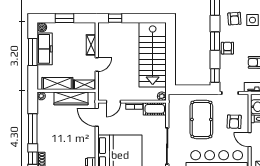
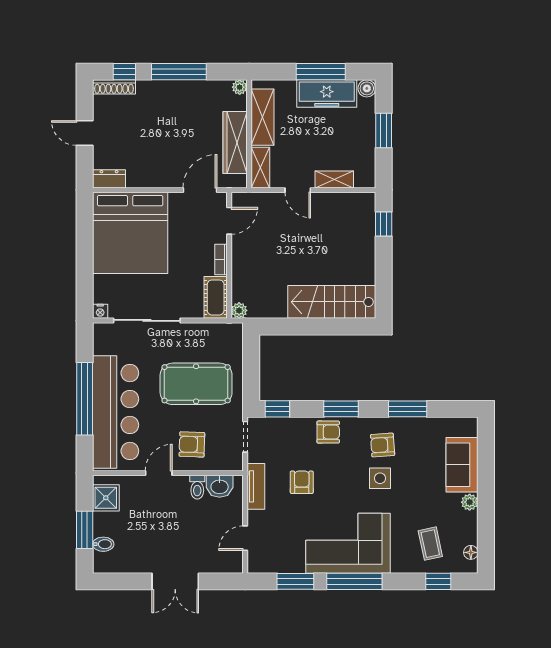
stairs: (153, 55) -> (332, 302), width x0.73, depth x0.66
door: (113, 102) -> (229, 221), swing flipped

